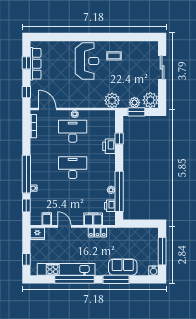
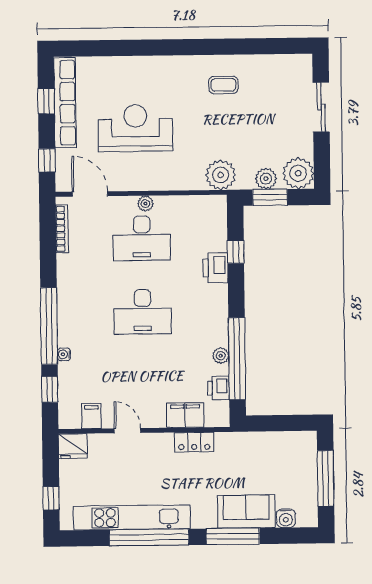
reception desk: (87, 61) -> (135, 128), moved, turned -90
row of seats: (36, 64) -> (65, 103), width x1.36
desk: (73, 131) -> (142, 238), turned 180
desk: (73, 168) -> (143, 312), turned 180
water cooler: (154, 271) -> (286, 518), moved

